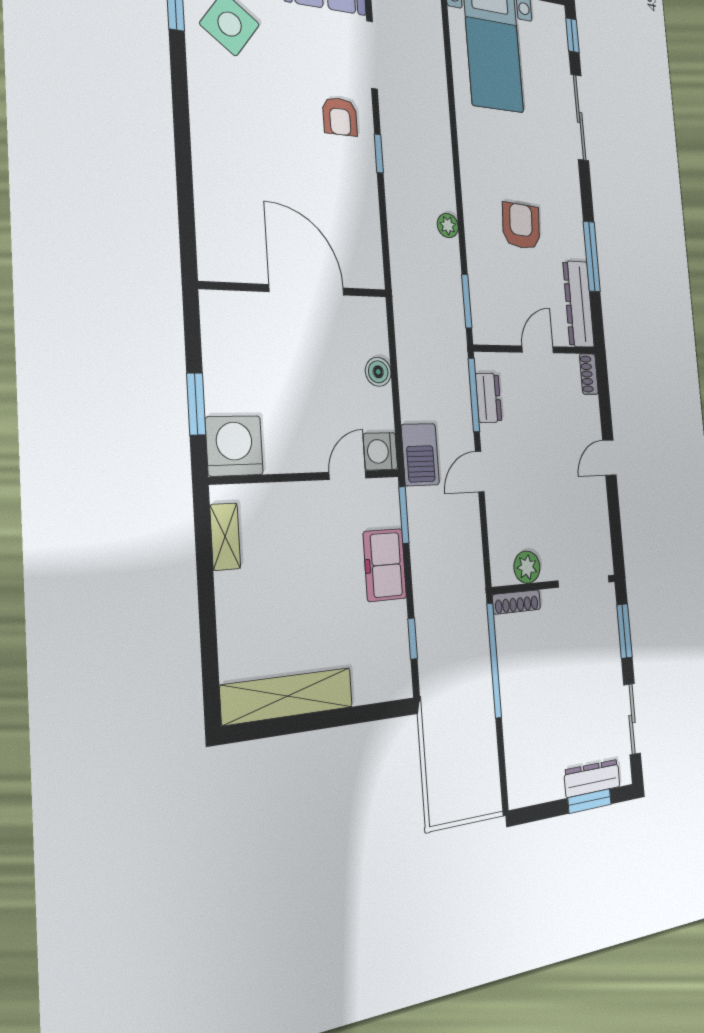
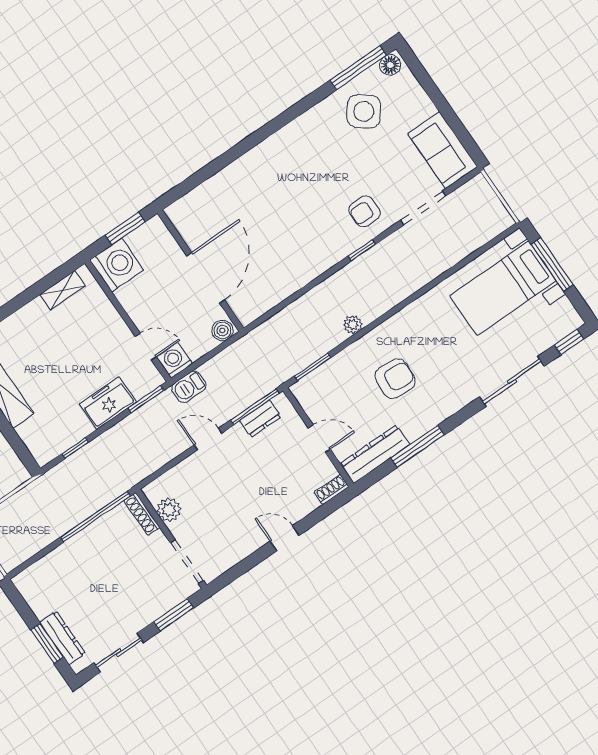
wall: (296, 289) -> (201, 271), moved
door: (307, 290) -> (206, 278), moved
barbecue: (420, 455) -> (189, 387), width x0.73, depth x0.79

